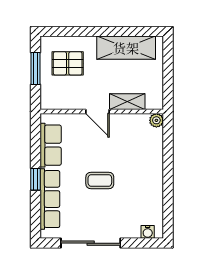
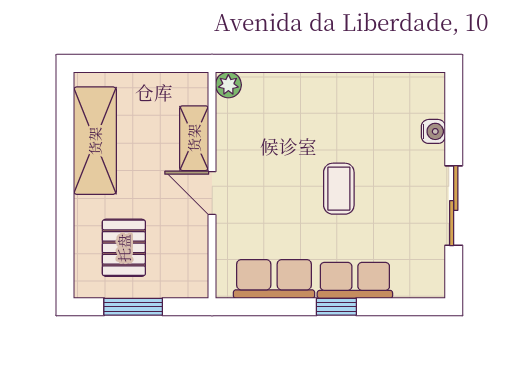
door: (97, 111) -> (212, 193), swing flipped
row of seats: (50, 199) -> (355, 280), width x0.68
water cooler: (148, 232) -> (433, 131), moved
sliding door: (91, 243) -> (454, 206), width x0.73

